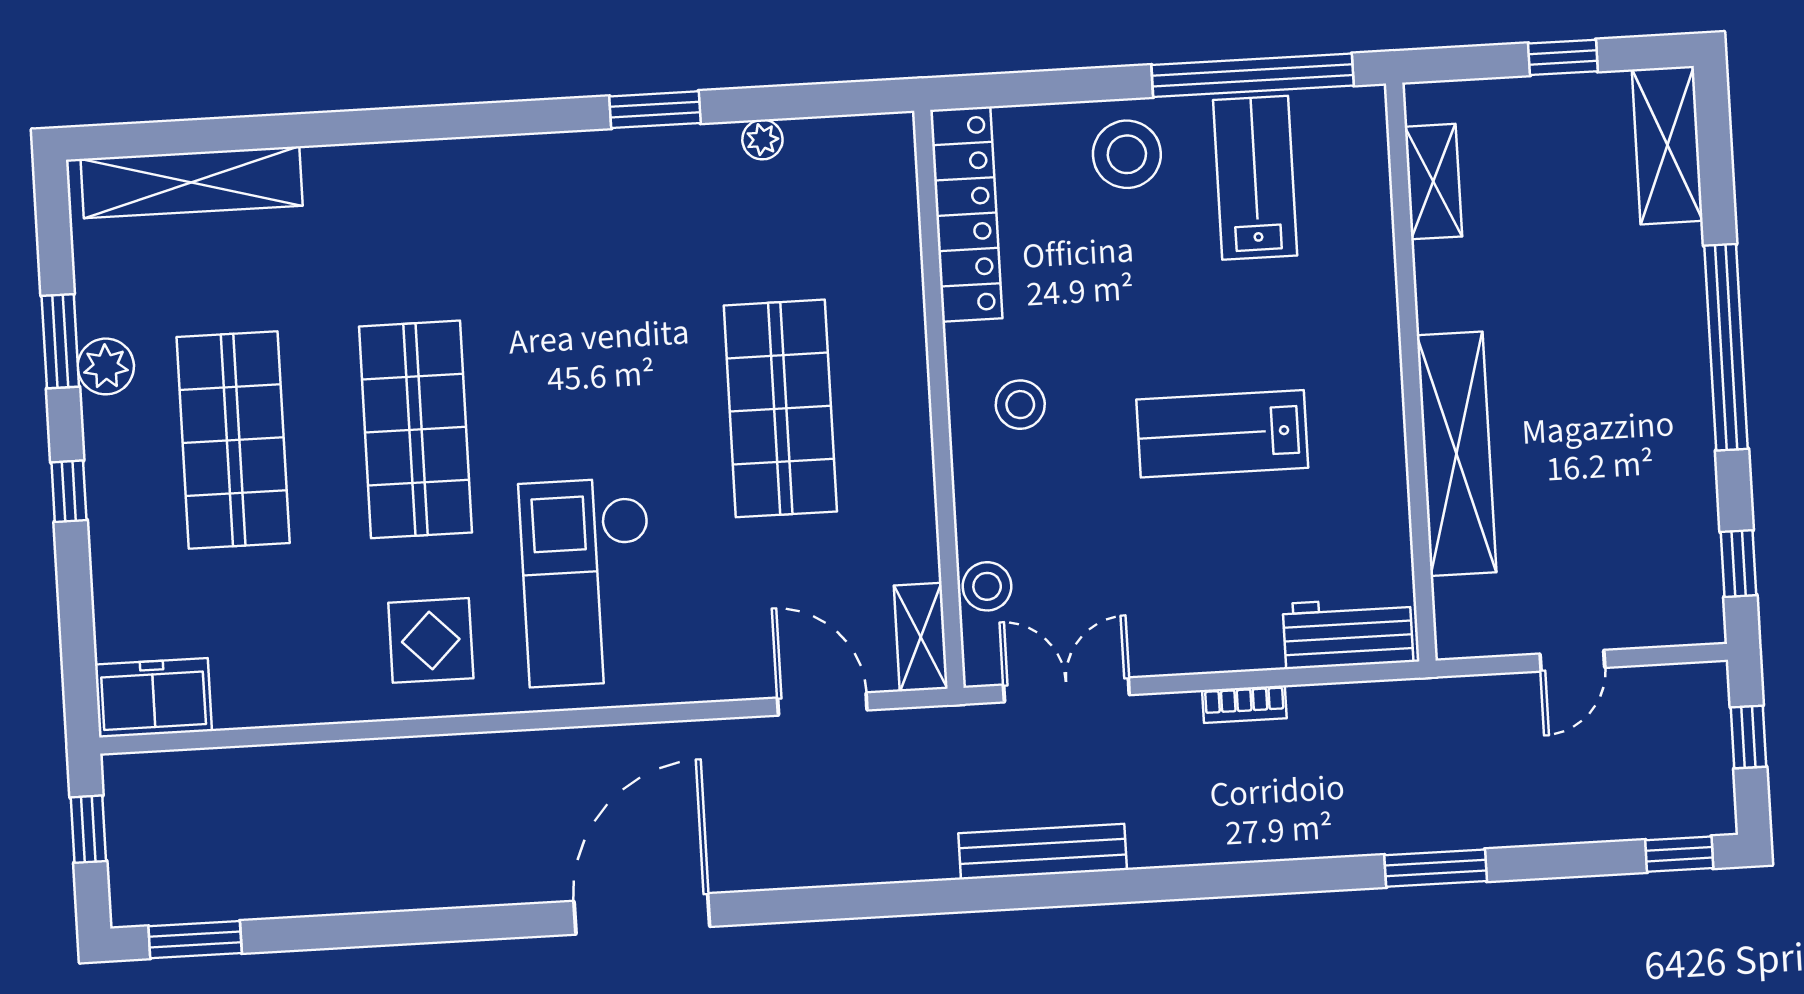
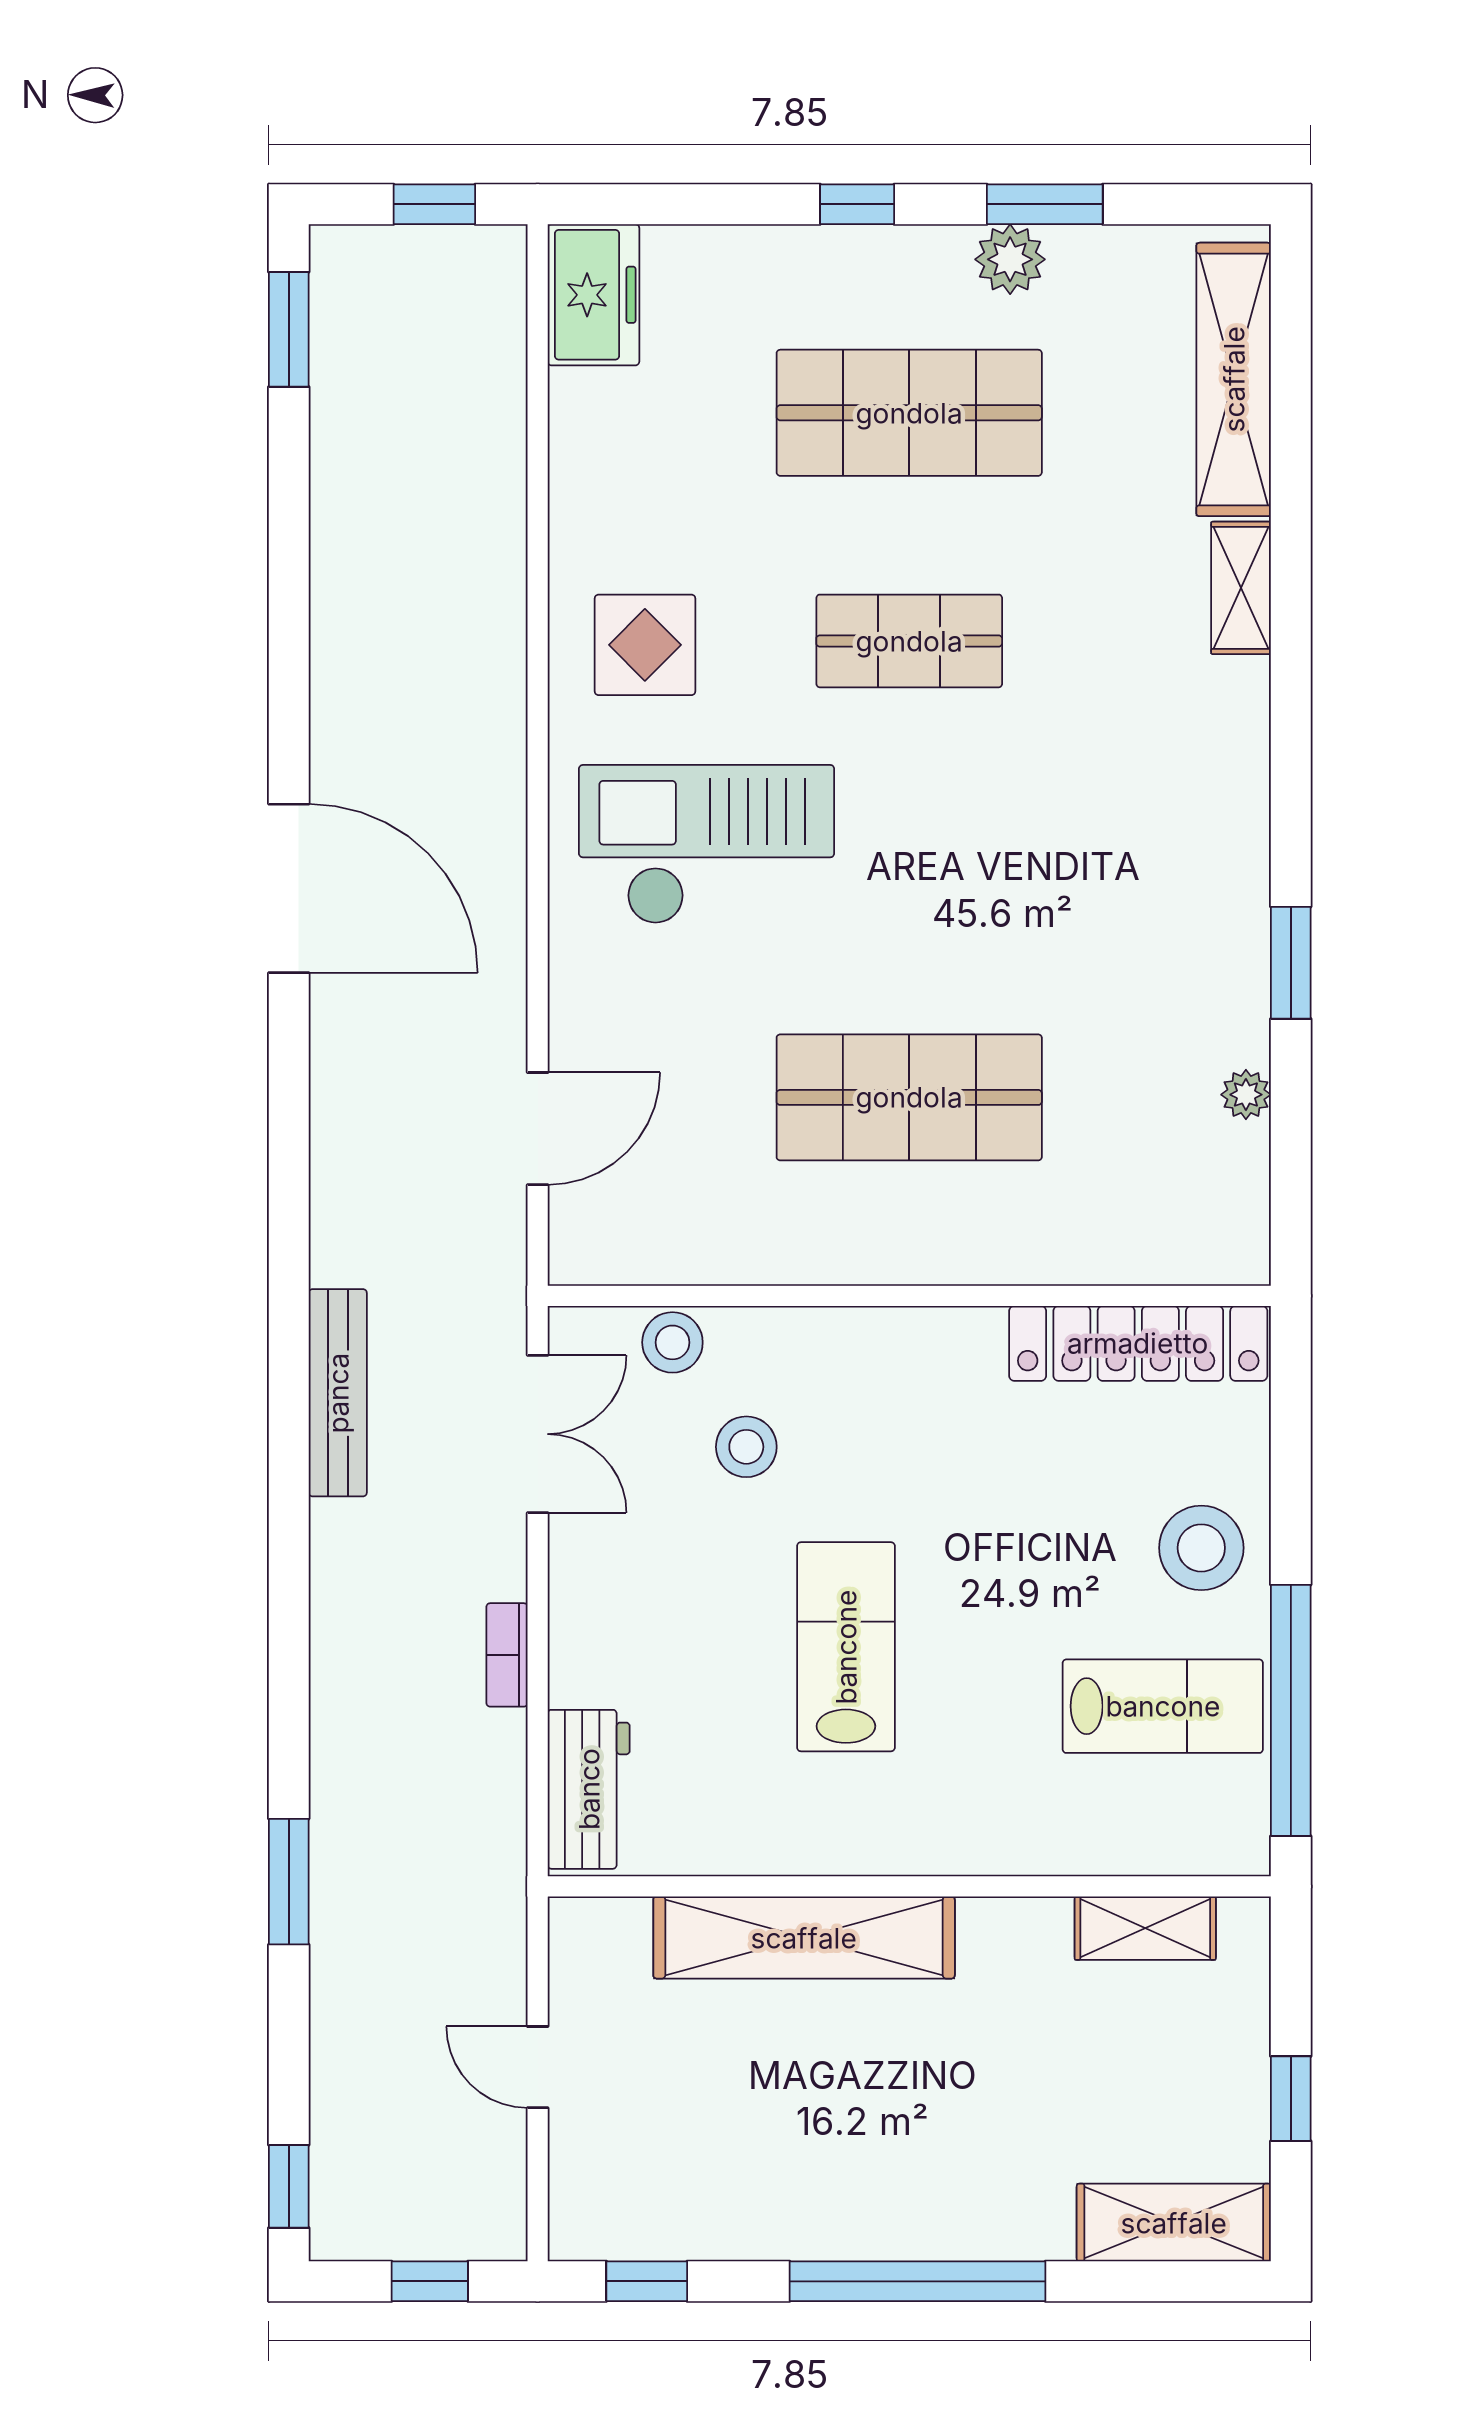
stool: (1020, 405) -> (746, 1447), moved
shop shelf: (415, 429) -> (909, 641), width x0.70, depth x0.74
shelving: (921, 637) -> (1241, 588), moved, turned 90

